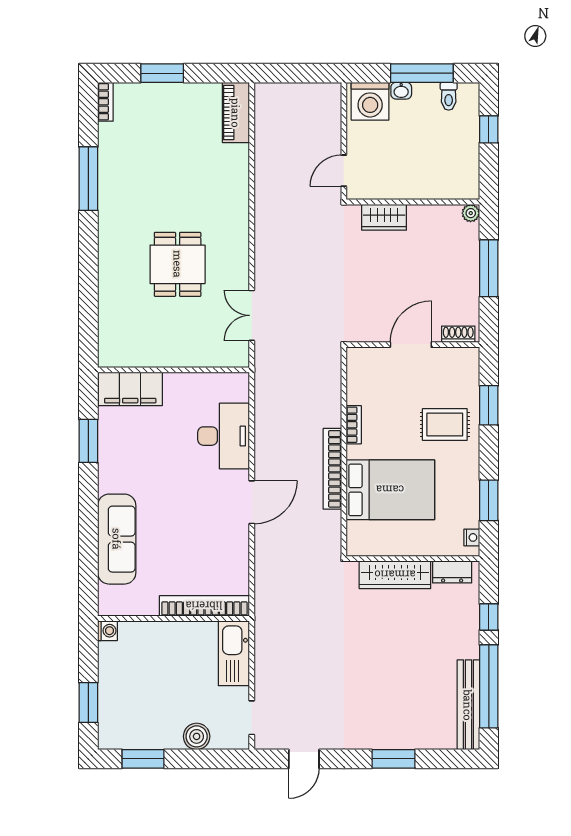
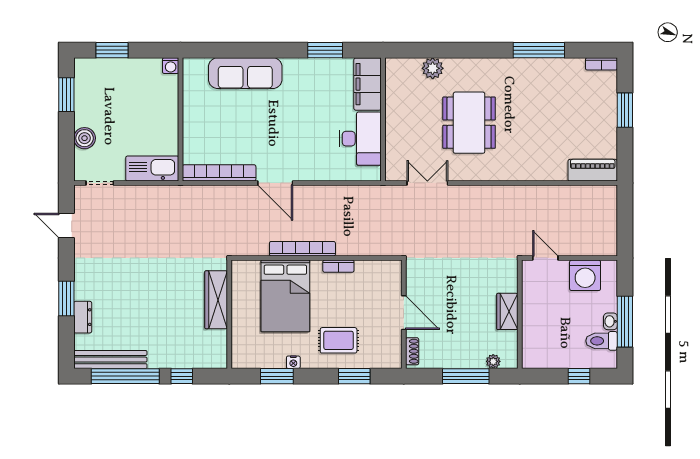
washbasin: (401, 91) -> (610, 321), moved
toilet: (449, 96) -> (602, 341), width x1.37, depth x1.39
washing machine: (370, 101) -> (585, 275), moved, turned -90
plant: (471, 213) -> (493, 361), moved
wardrobe: (384, 217) -> (507, 311), moved
dining table: (178, 264) -> (469, 123), width x1.38
plant: (111, 309) -> (433, 68), added
rug: (445, 425) -> (339, 340), turned 90
desk: (224, 436) -> (360, 139), moved, turned -90
nightstand: (472, 537) -> (293, 362), moved
dresser: (452, 572) -> (83, 317), moved, turned 180
bookcase: (204, 606) -> (219, 173), moved, turned -90

